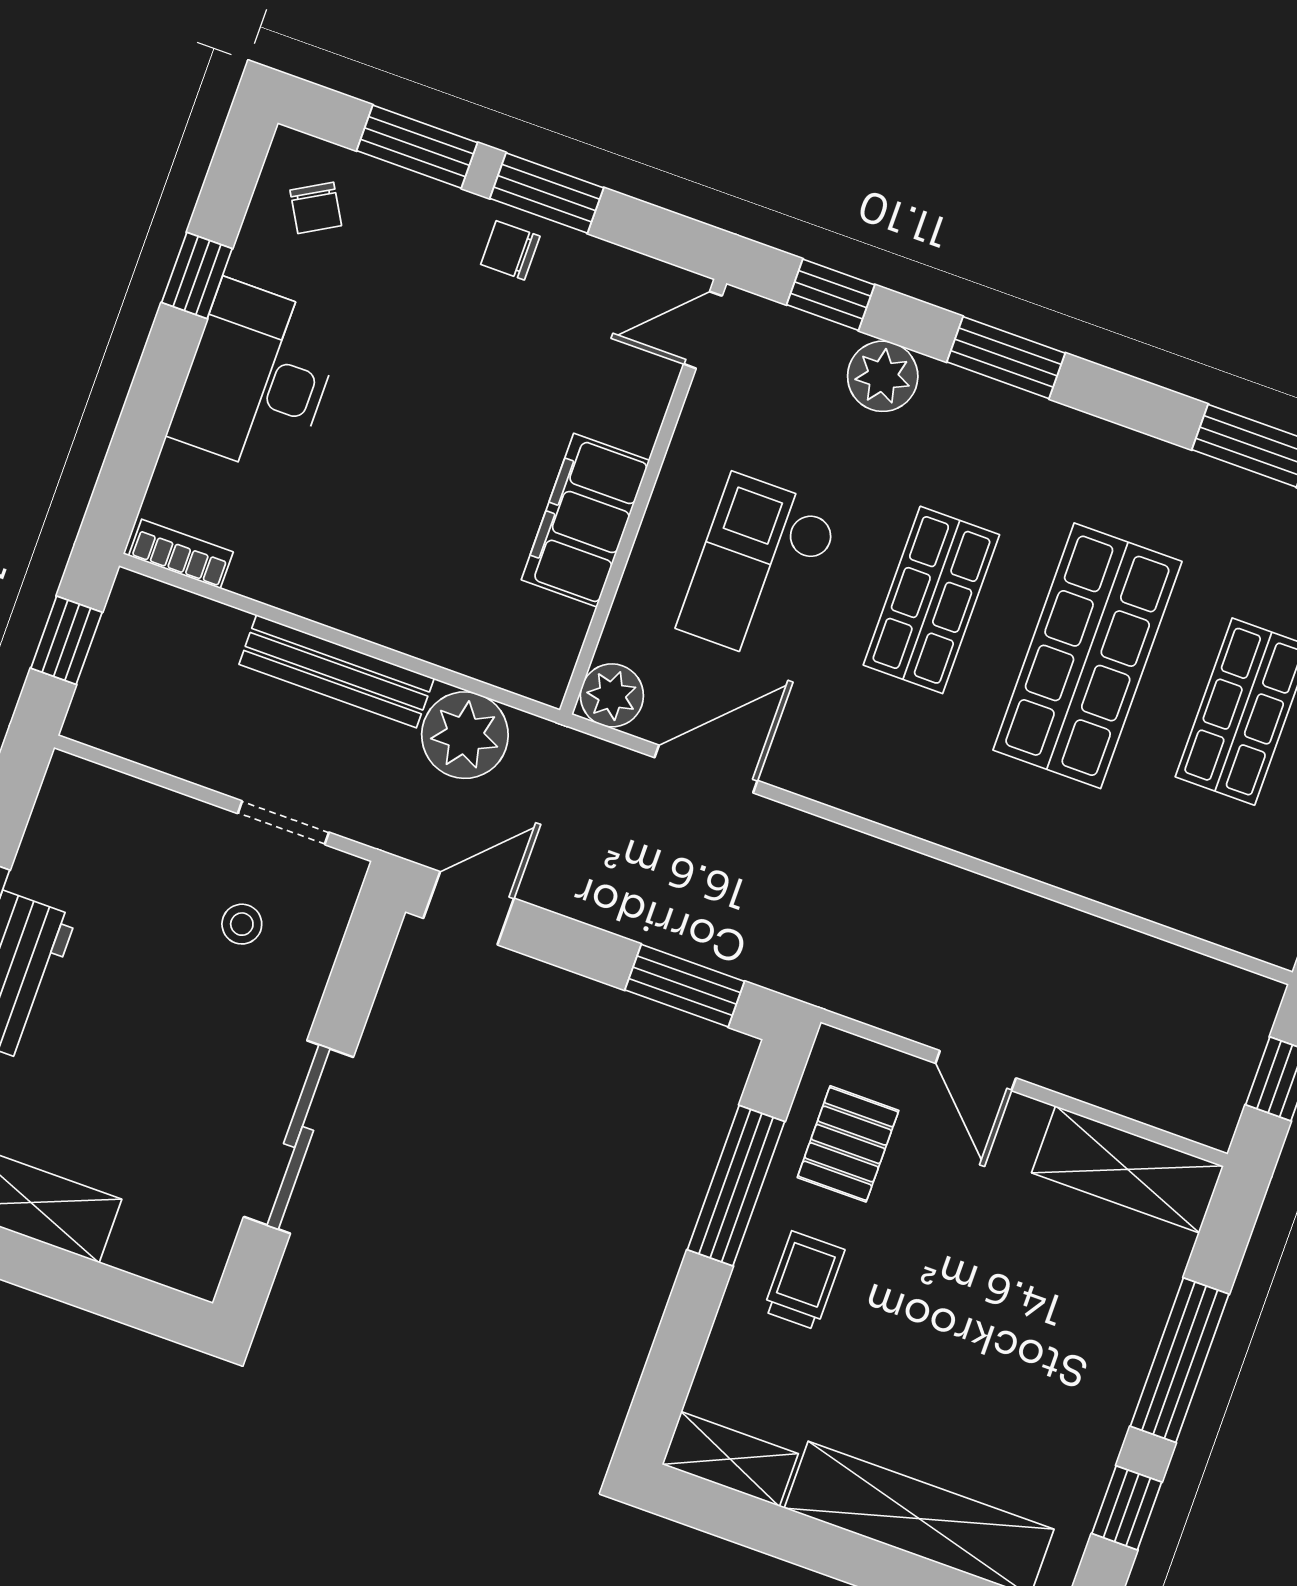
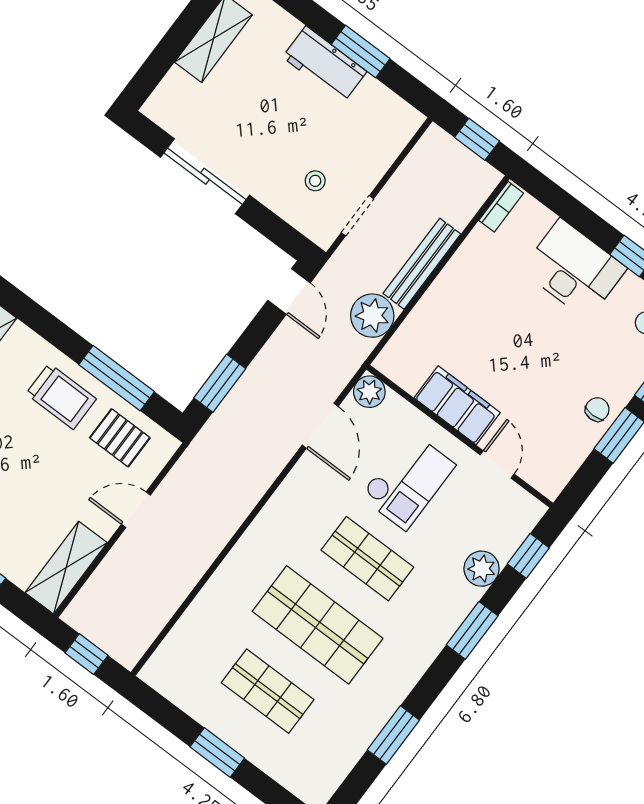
door: (703, 330) -> (497, 464), moved
checkout: (759, 569) -> (408, 481), turned 90
trolley: (804, 1280) -> (61, 396), width x1.36, depth x1.39

